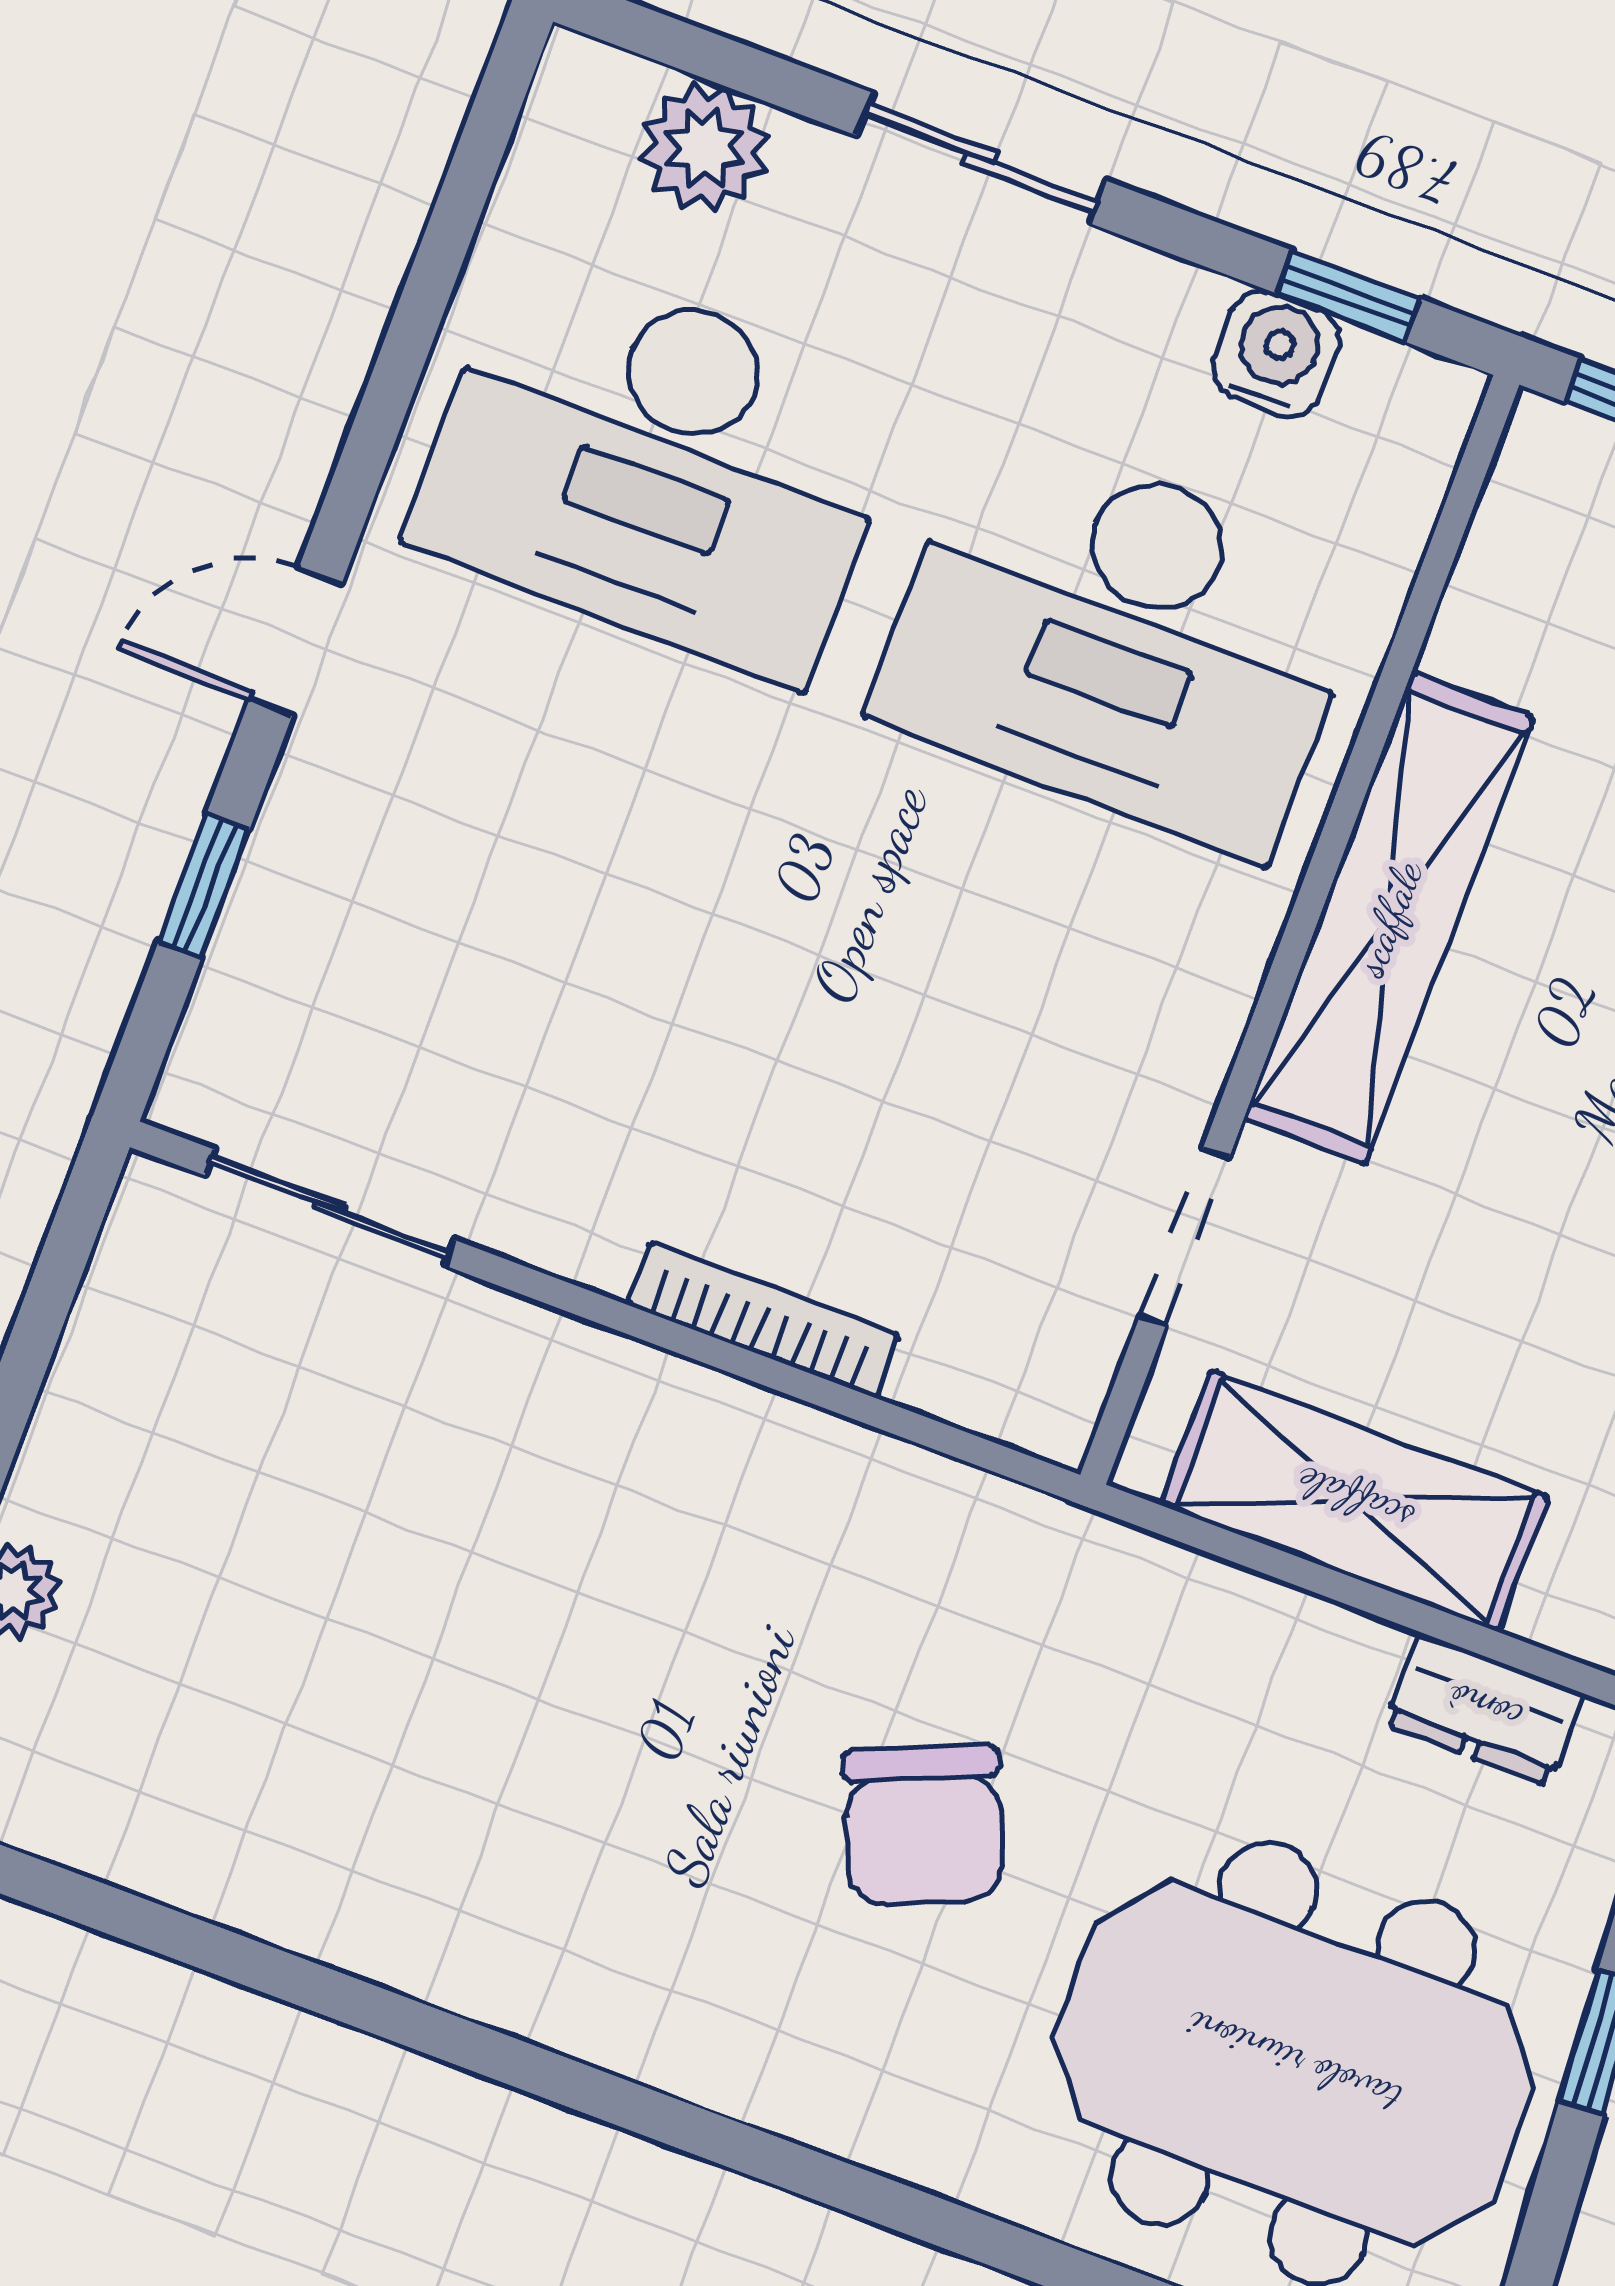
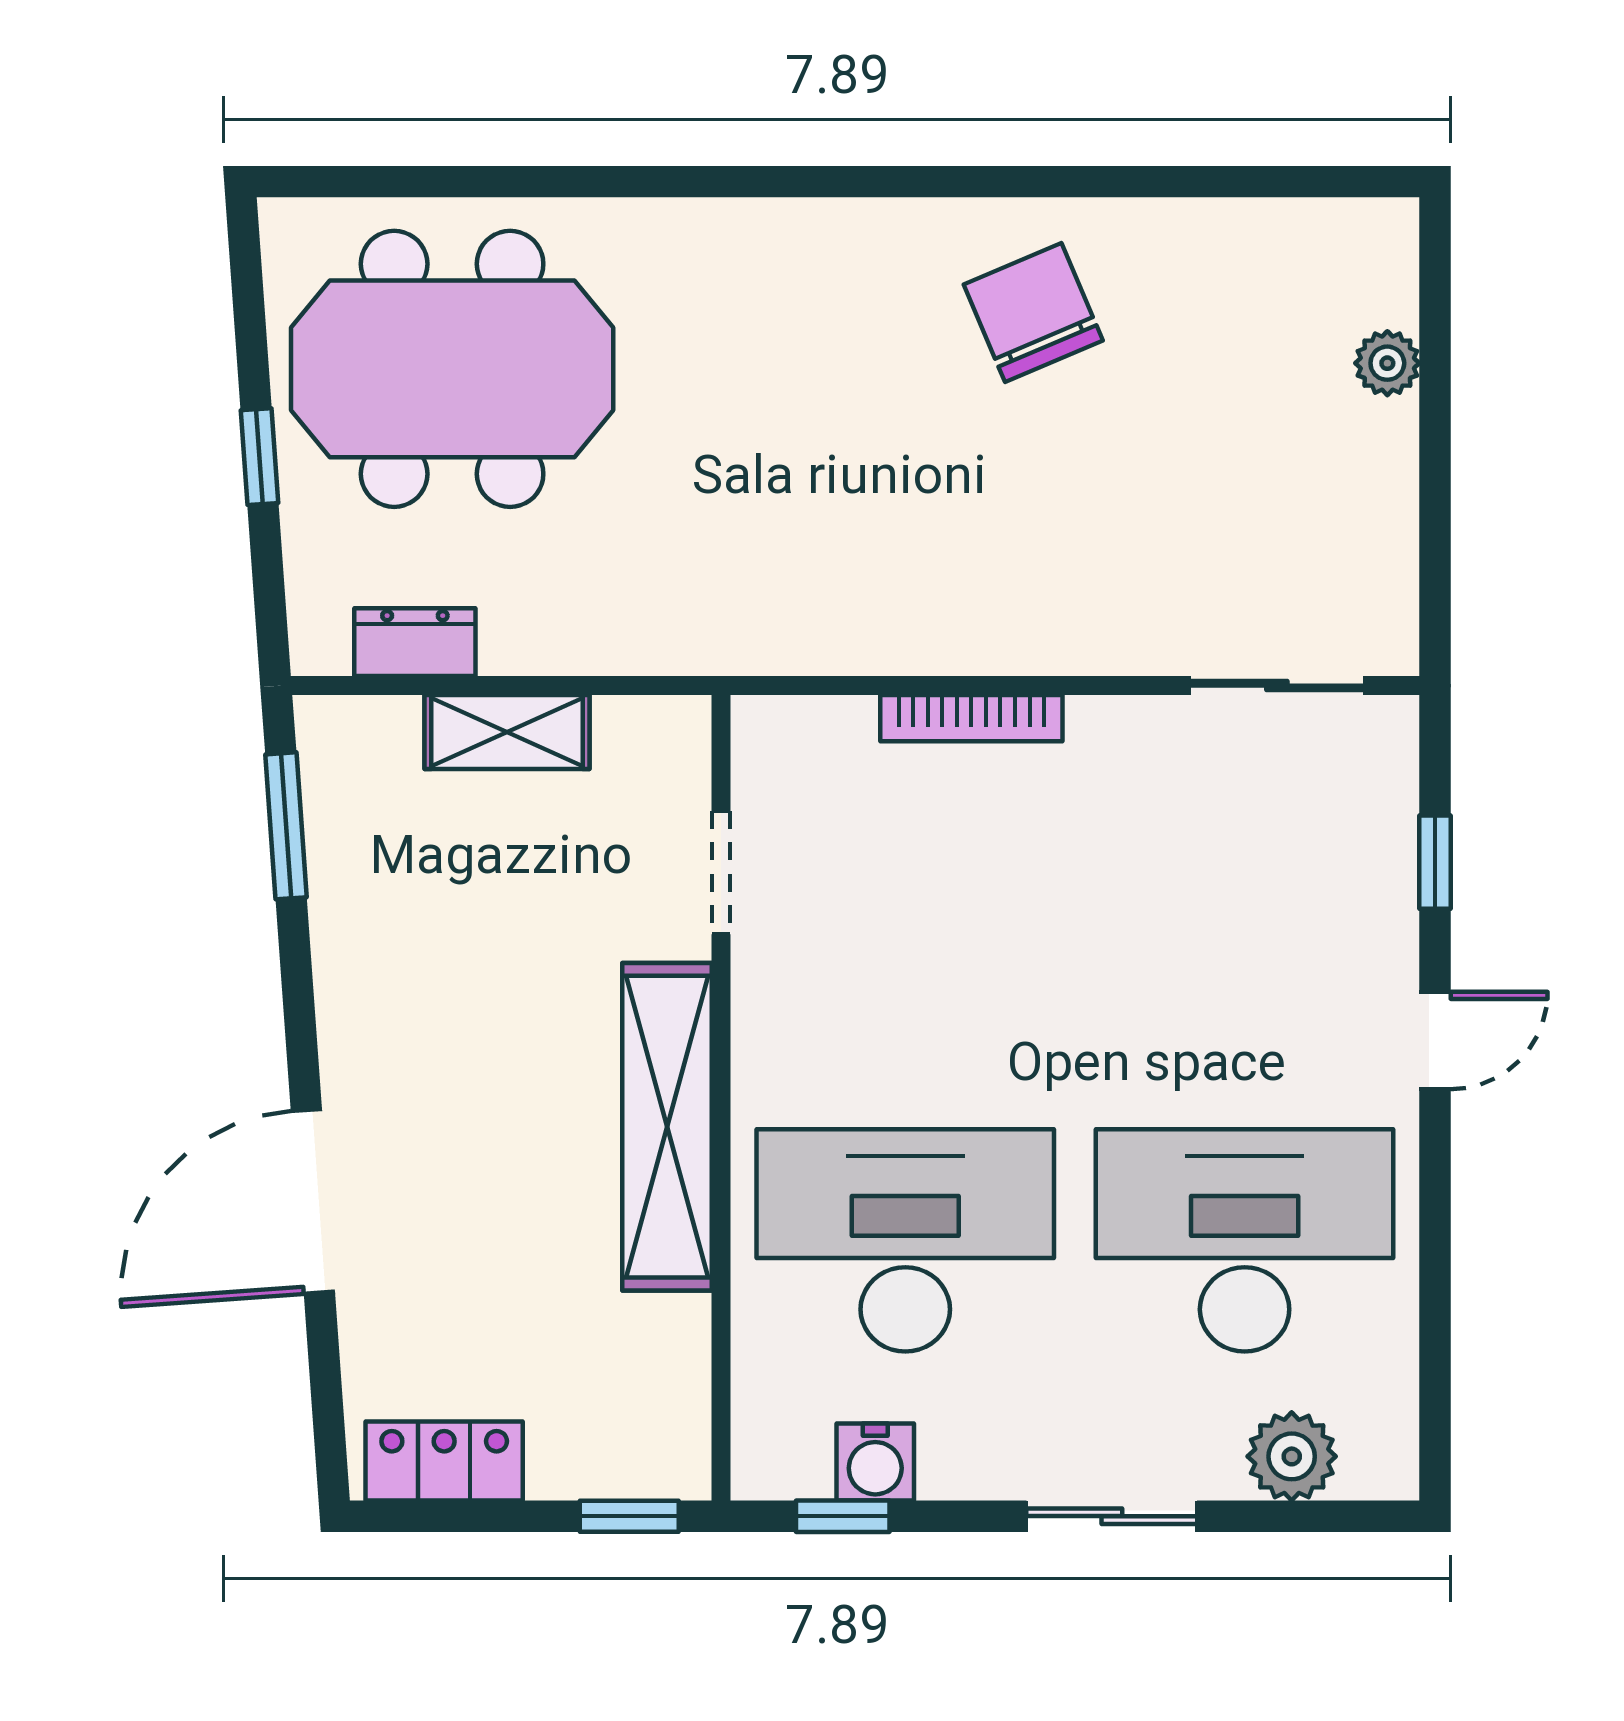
shelving: (1354, 1501) -> (507, 732), width x0.67, depth x0.75
chair: (923, 1826) -> (1033, 313), moved

